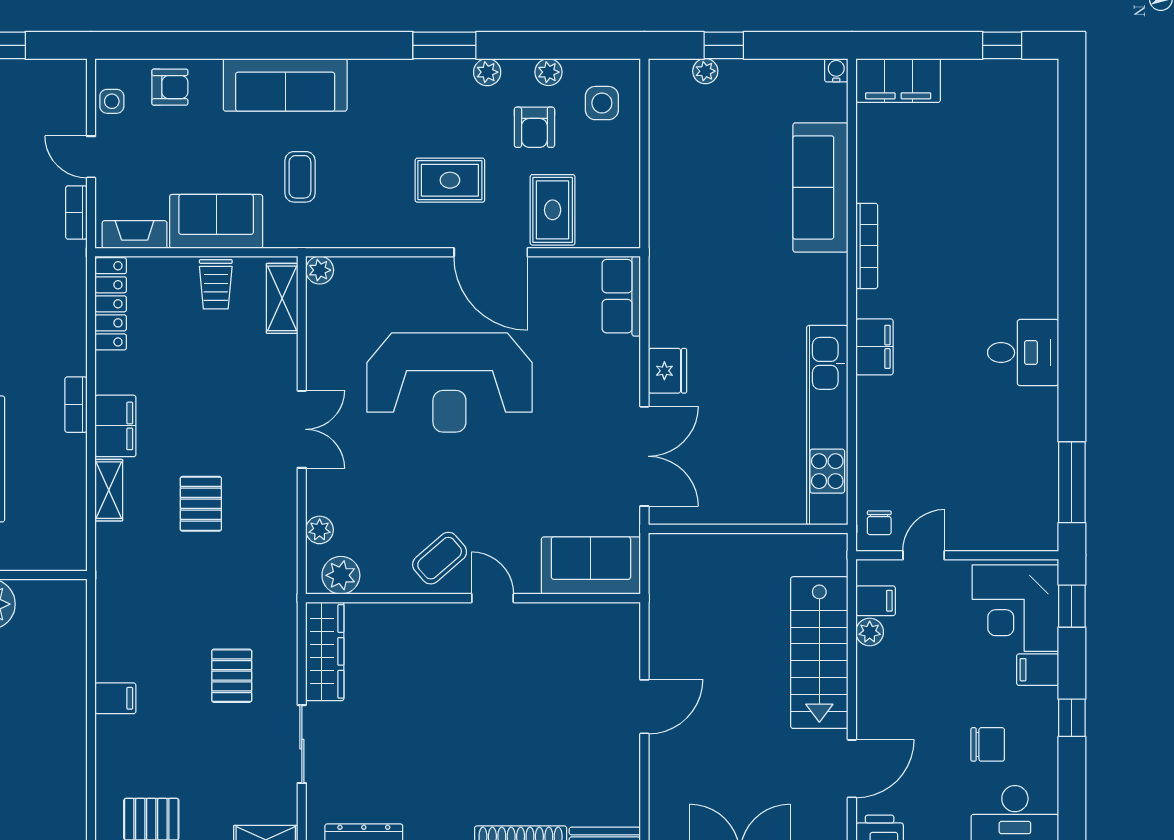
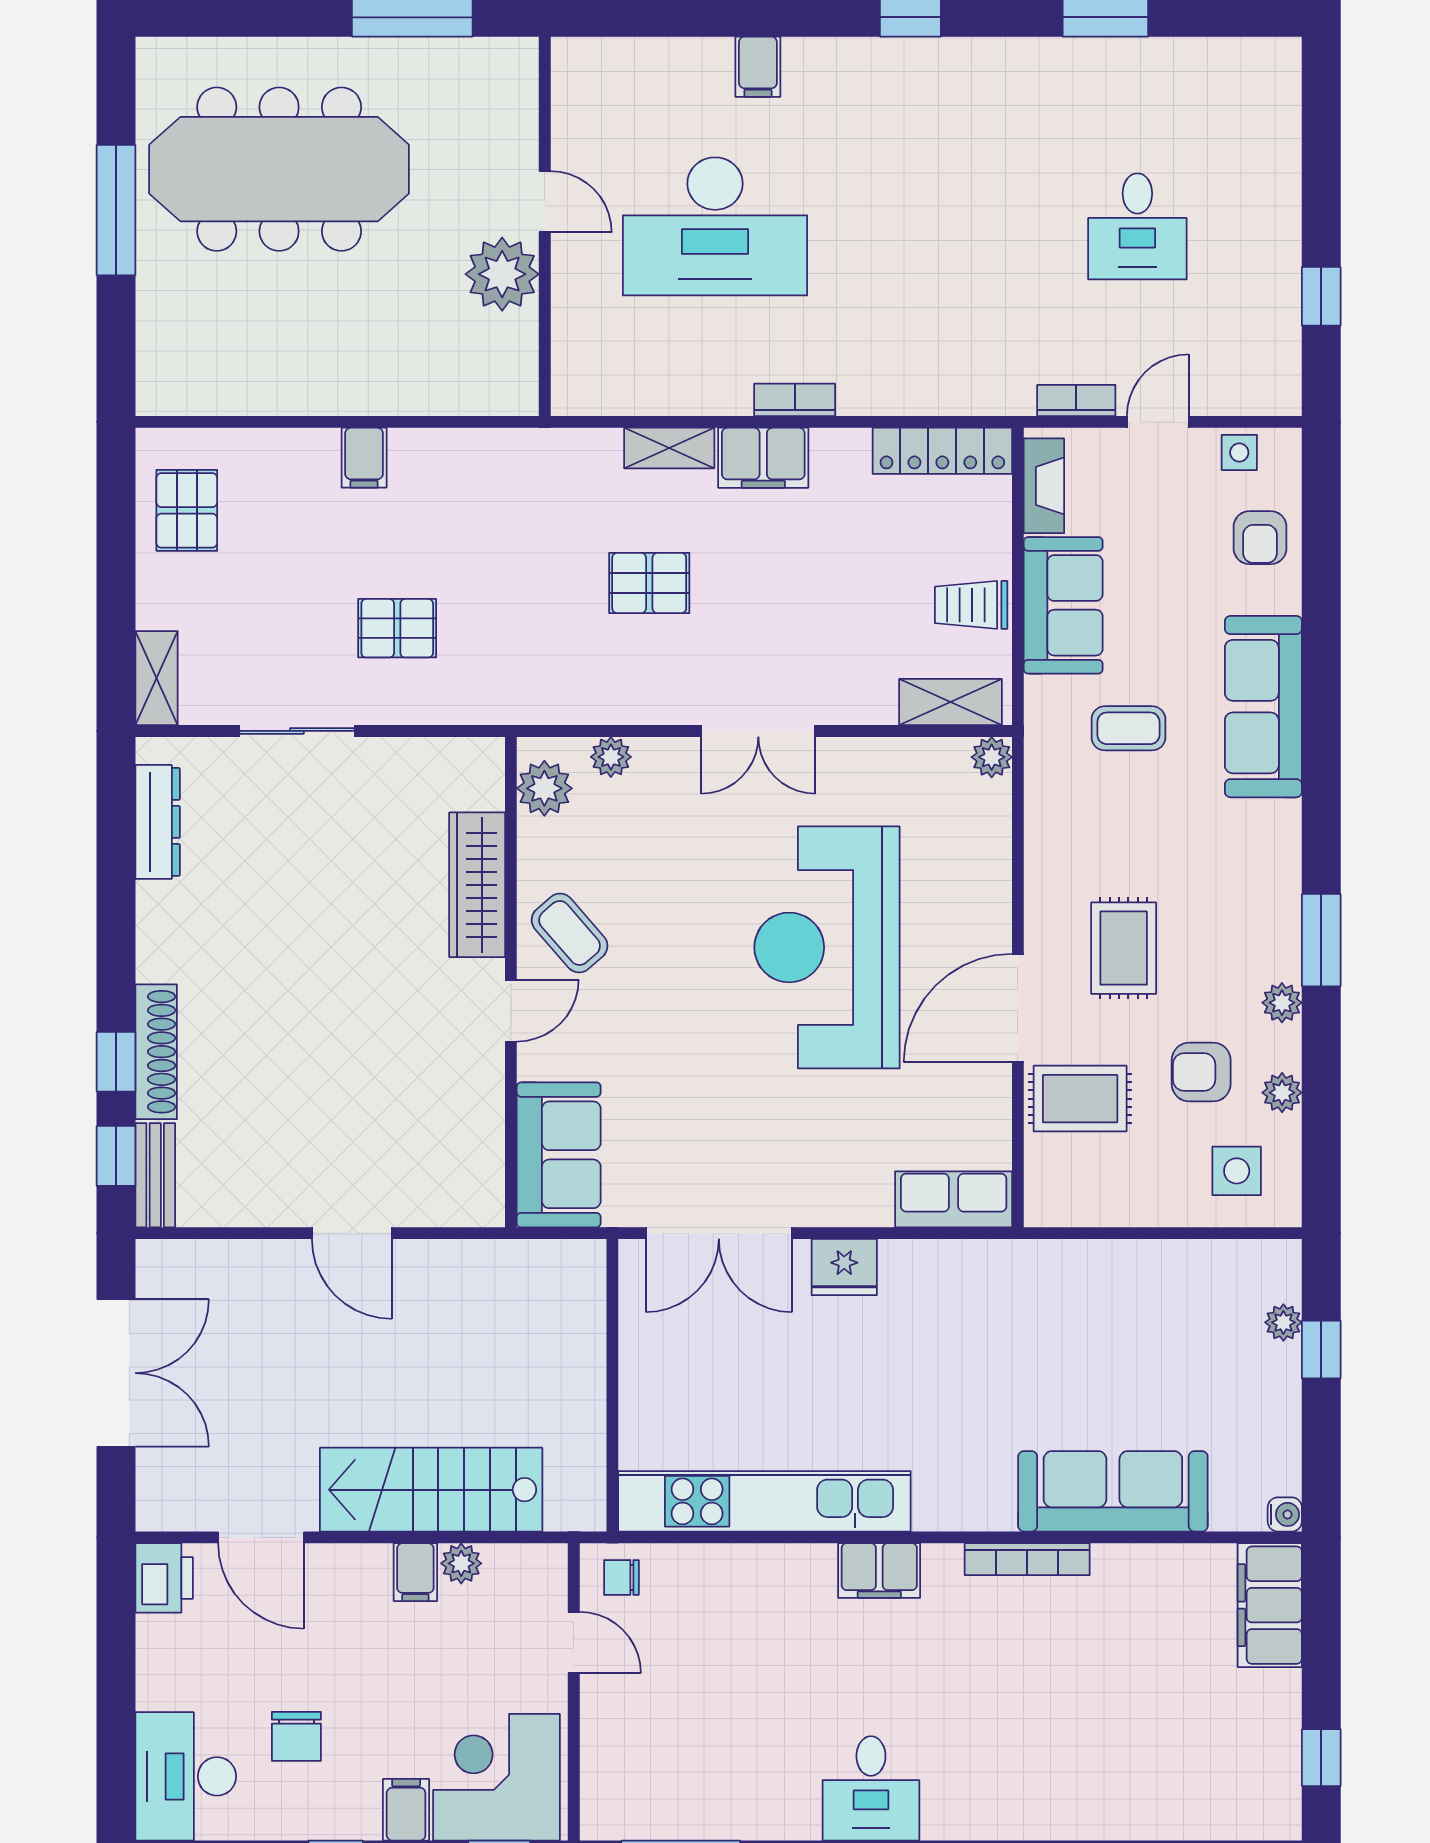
filing cabinet: (876, 601) -> (415, 1572), moved
wardrobe: (325, 651) -> (477, 885), moved, turned 90

